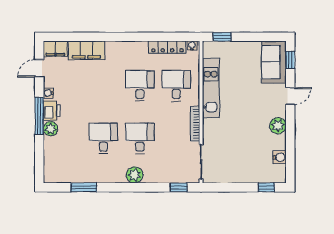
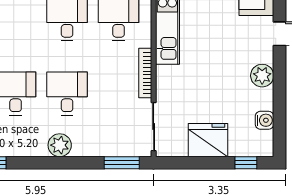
fridge: (240, 171) -> (208, 140), added
window: (179, 187) -> (122, 163), width x1.50

